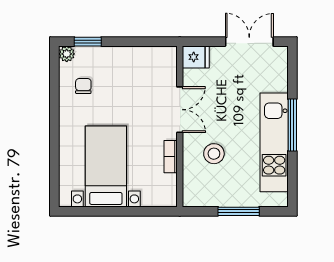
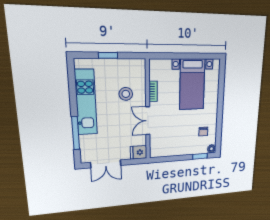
window: (292, 125) -> (76, 133), moved
window: (239, 211) -> (108, 55), width x0.67

